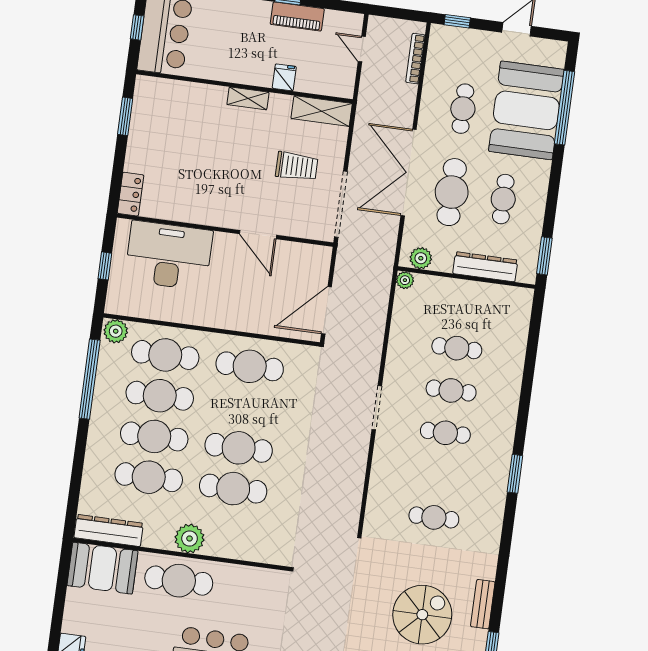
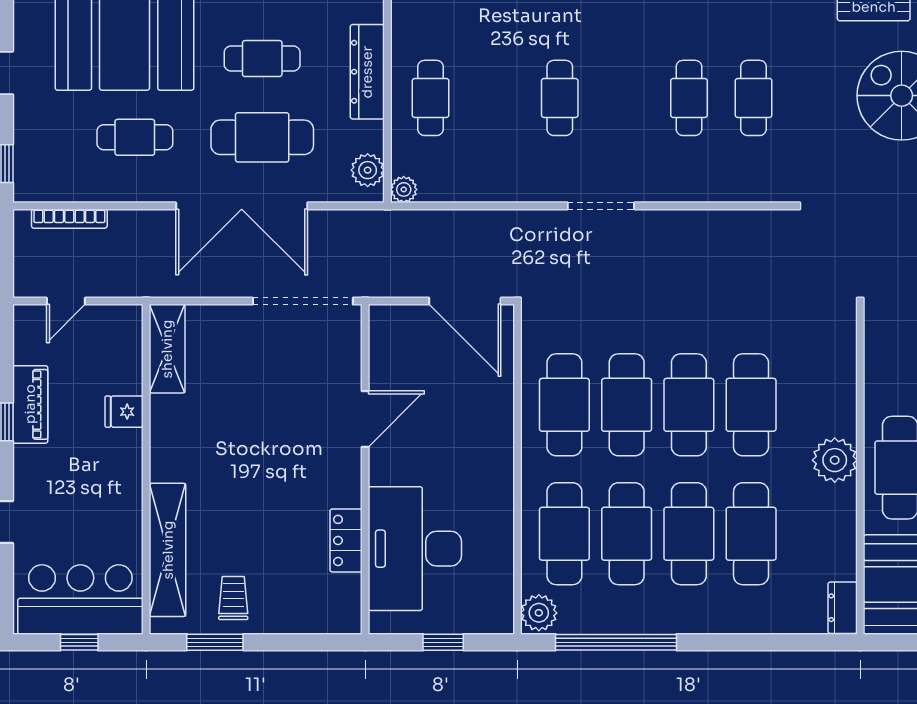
shelving: (248, 98) -> (168, 550), moved, width x2.20, depth x1.33
trolley: (297, 166) -> (233, 598), moved, width x0.73, depth x0.72
locker: (131, 194) -> (346, 540), moved, turned -90
cafe table: (457, 348) -> (431, 98), moved
cafe table: (244, 407) -> (627, 405), added
cafe table: (445, 433) -> (689, 98), moved
dresser: (109, 530) -> (843, 608), width x0.51, depth x0.80

